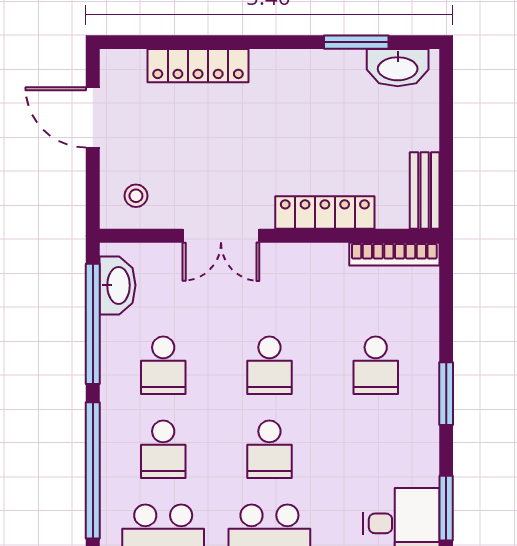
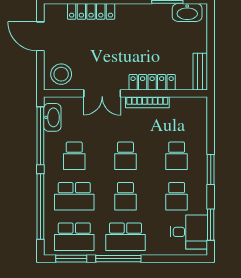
stool: (136, 196) -> (61, 74), width x1.89, depth x1.89
bookcase: (394, 254) -> (147, 102), moved
school desk: (163, 449) -> (74, 196), width x1.85
school desk: (376, 449) -> (177, 196), added

